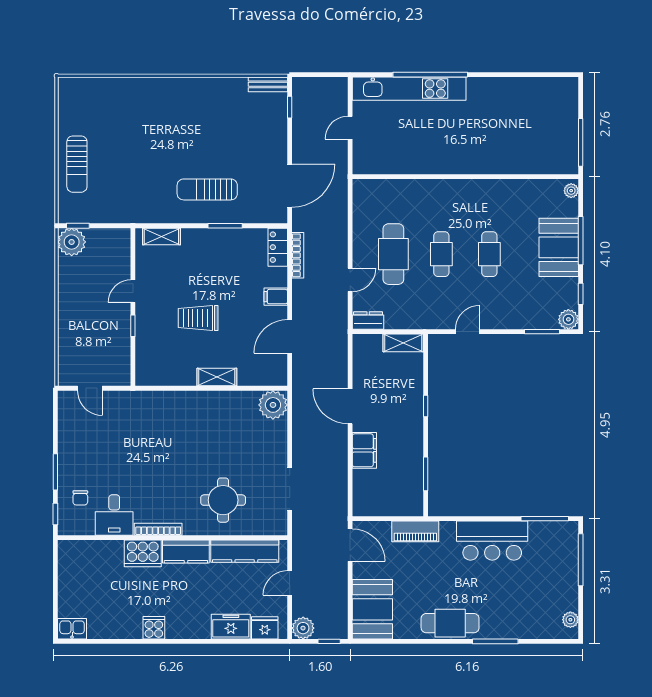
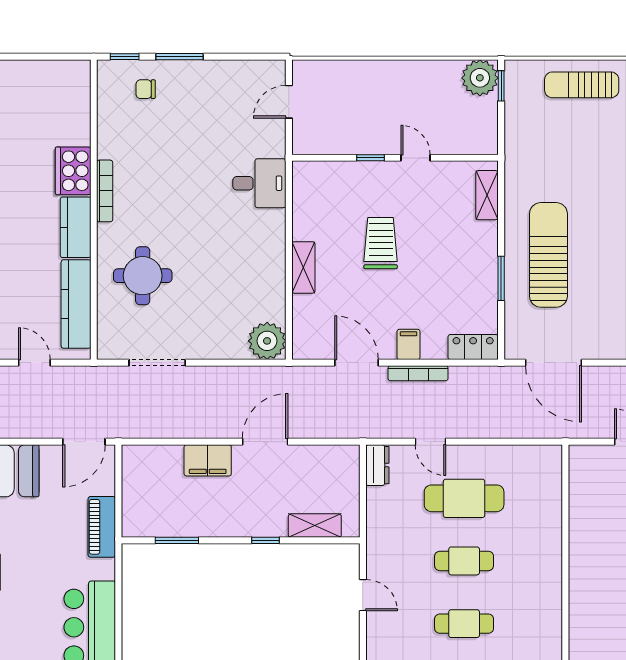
sun lounger: (207, 189) -> (548, 255), width x1.36, depth x1.34
bookcase: (298, 255) -> (418, 373), moved
shelving: (403, 343) -> (315, 526), moved, turned 90
desk: (114, 515) -> (259, 183), moved, turned 180

